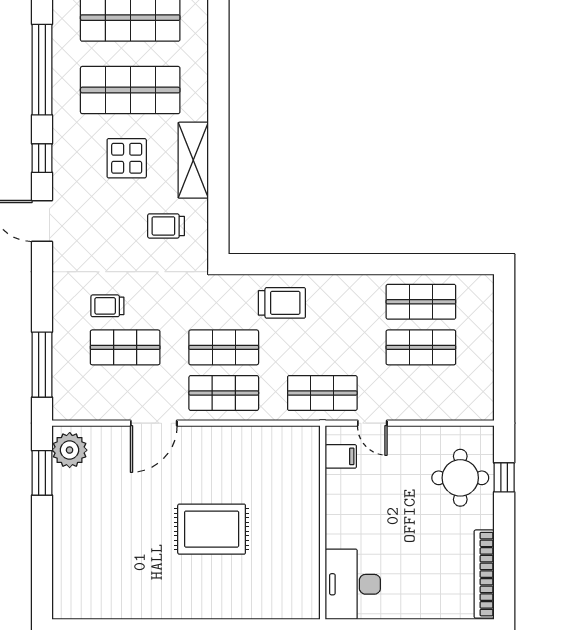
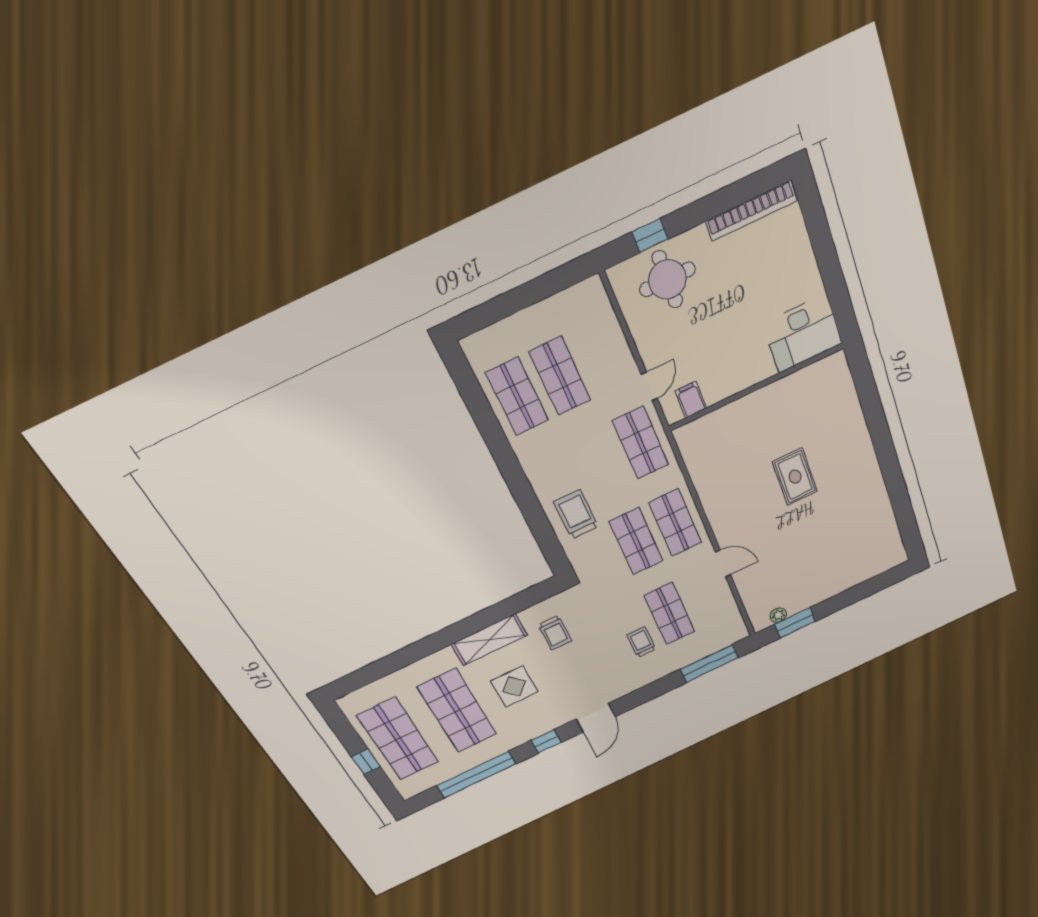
trolley: (107, 306) -> (641, 642), turned 180
door: (154, 423) -> (723, 563), width x0.73
plant: (70, 450) -> (778, 615), width x0.53, depth x0.53
rug: (212, 529) -> (795, 477), width x0.73, depth x0.70

